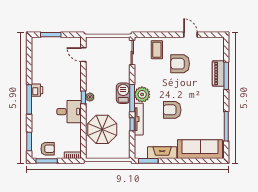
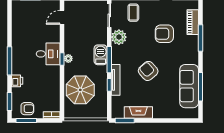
door: (83, 55) -> (62, 17), hinge flipped
armchair: (180, 64) -> (164, 34), moved
piano: (218, 73) -> (193, 22), moved
printer: (37, 90) -> (17, 81), moved
plant: (142, 94) -> (119, 37), moved
armchair: (172, 110) -> (148, 71), turned 49
desk: (69, 112) -> (48, 54), moved
sofa: (200, 149) -> (189, 86), moved, turned -90

